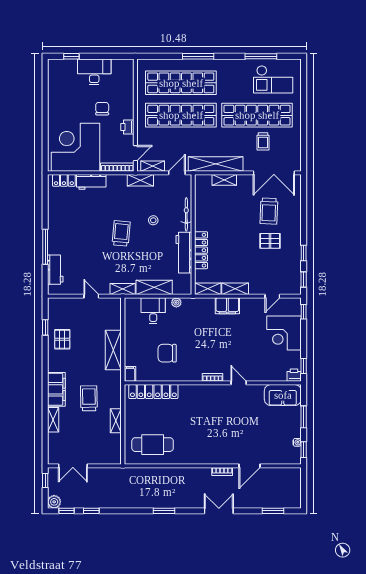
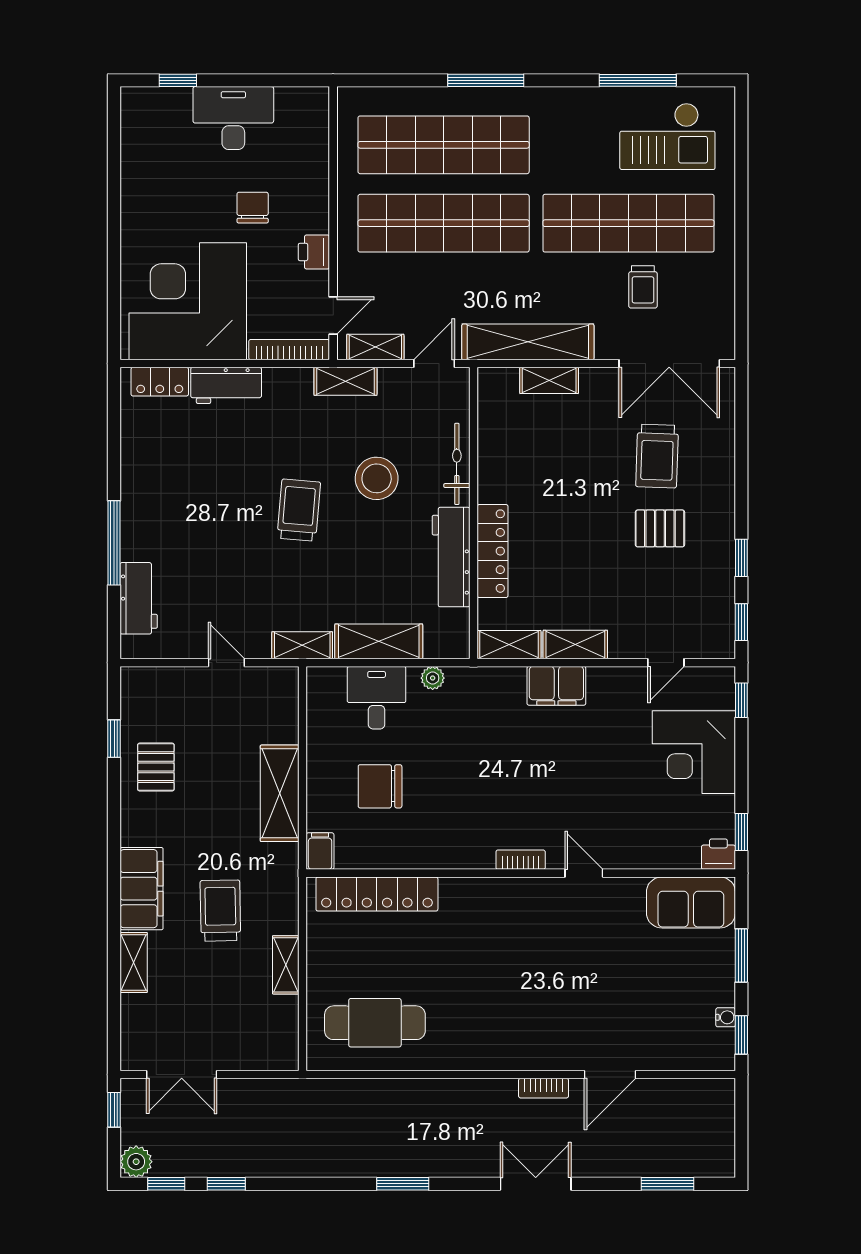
stool: (153, 220) -> (377, 478), width x1.89, depth x1.89
chair: (167, 353) -> (380, 786), moved

